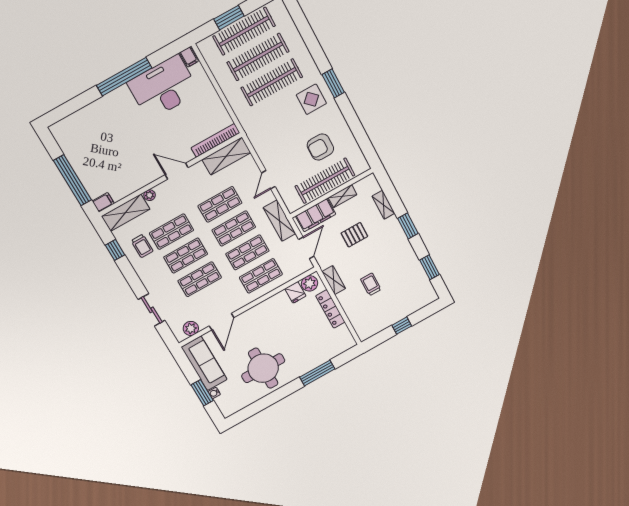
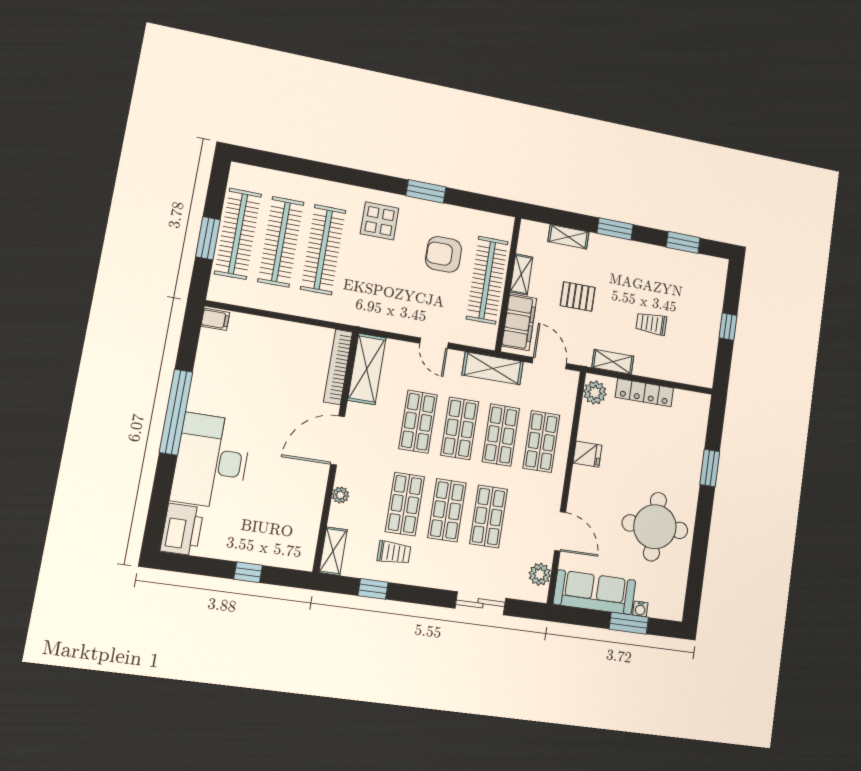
window: (333, 83) -> (426, 191), moved
desk: (163, 88) -> (211, 461), moved
printer: (67, 129) -> (182, 529), added
armchair: (320, 147) -> (444, 254), turned 90
door: (177, 171) -> (338, 440), width x1.36
window: (72, 180) -> (248, 572), width x0.32
filing cabinet: (103, 202) -> (304, 557), removed
shelving: (126, 213) -> (333, 551), width x0.67, depth x0.75
pallet: (354, 235) -> (578, 297), turned 90
fridge: (295, 292) -> (587, 454), moved
window: (317, 373) -> (710, 468), width x0.69

